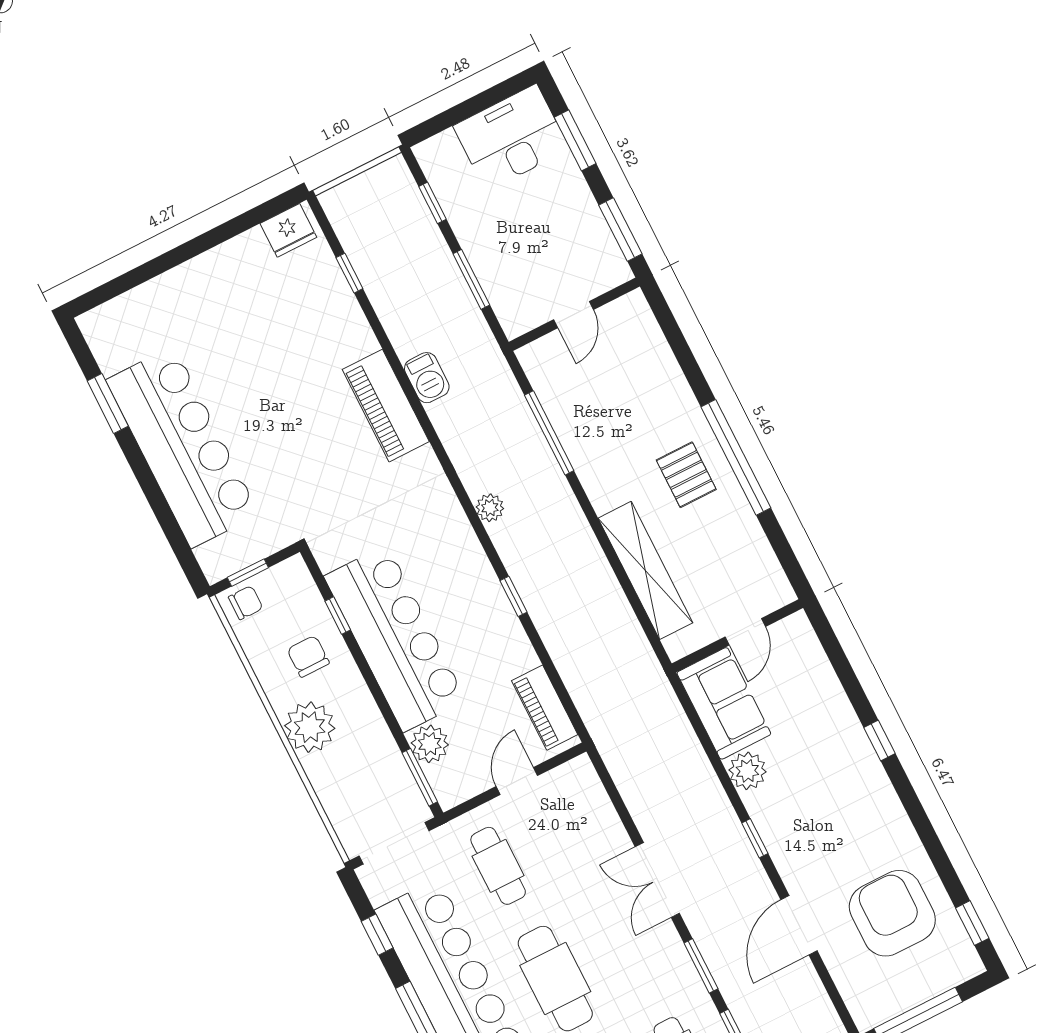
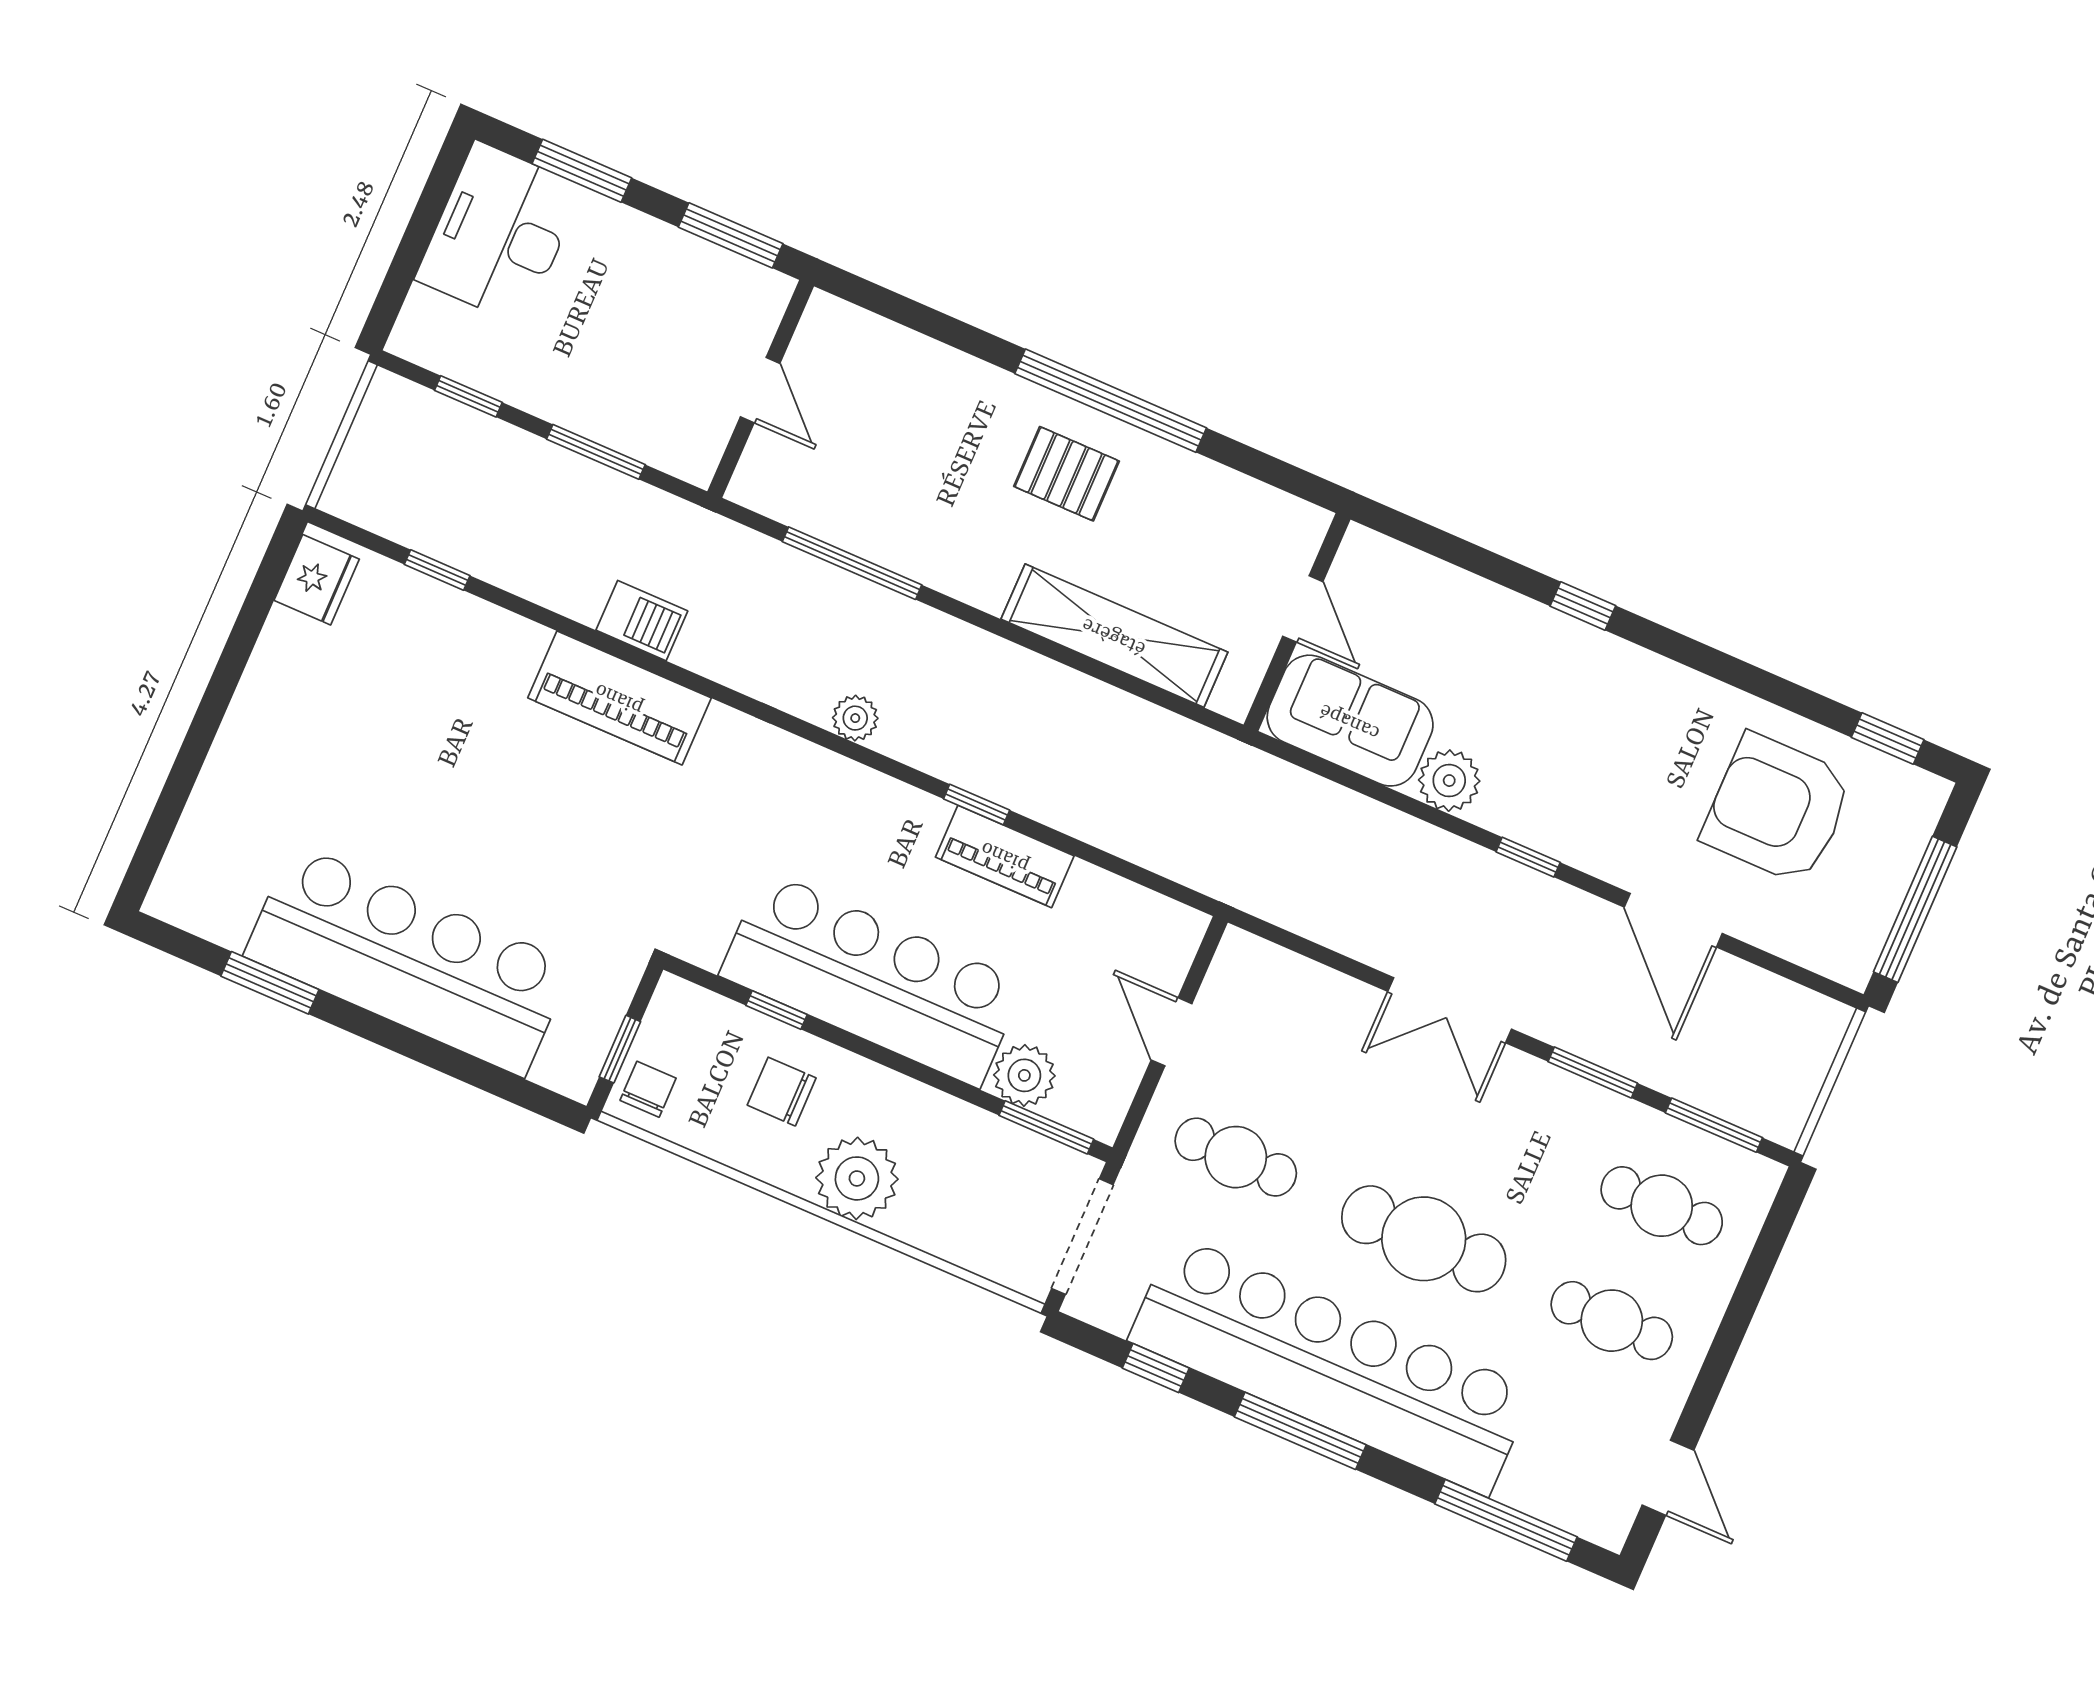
piano: (545, 708) -> (1005, 856), moved

